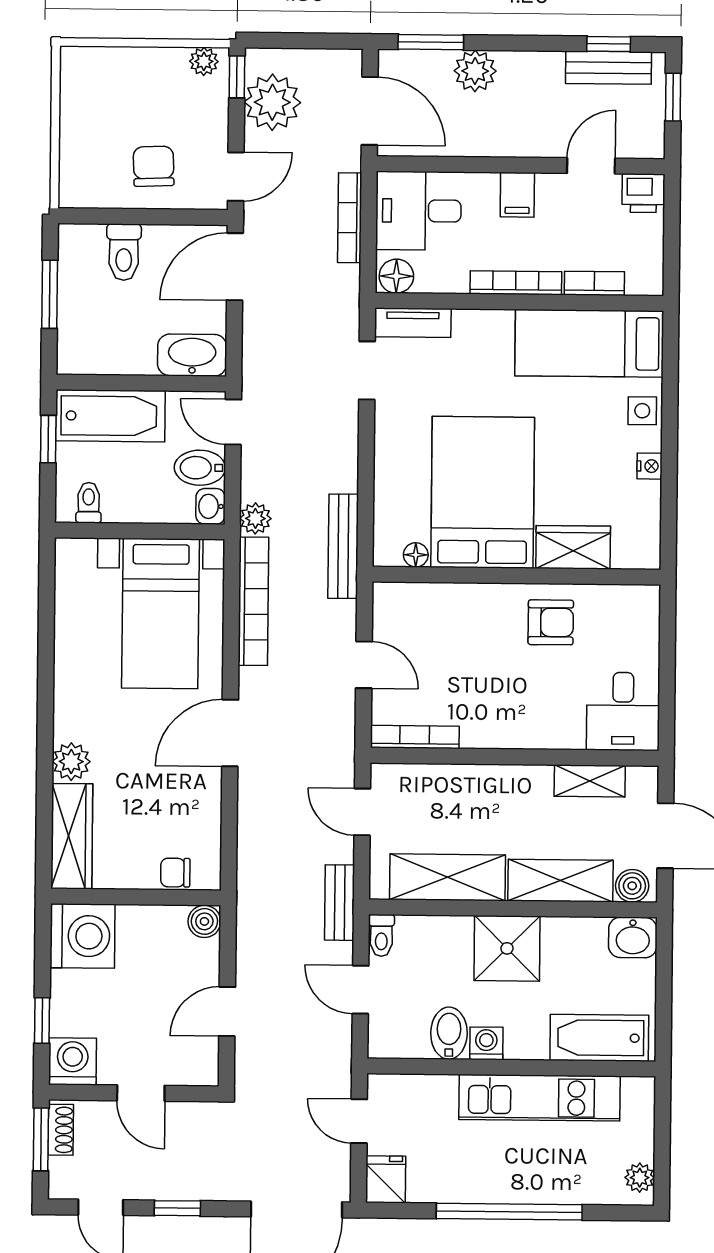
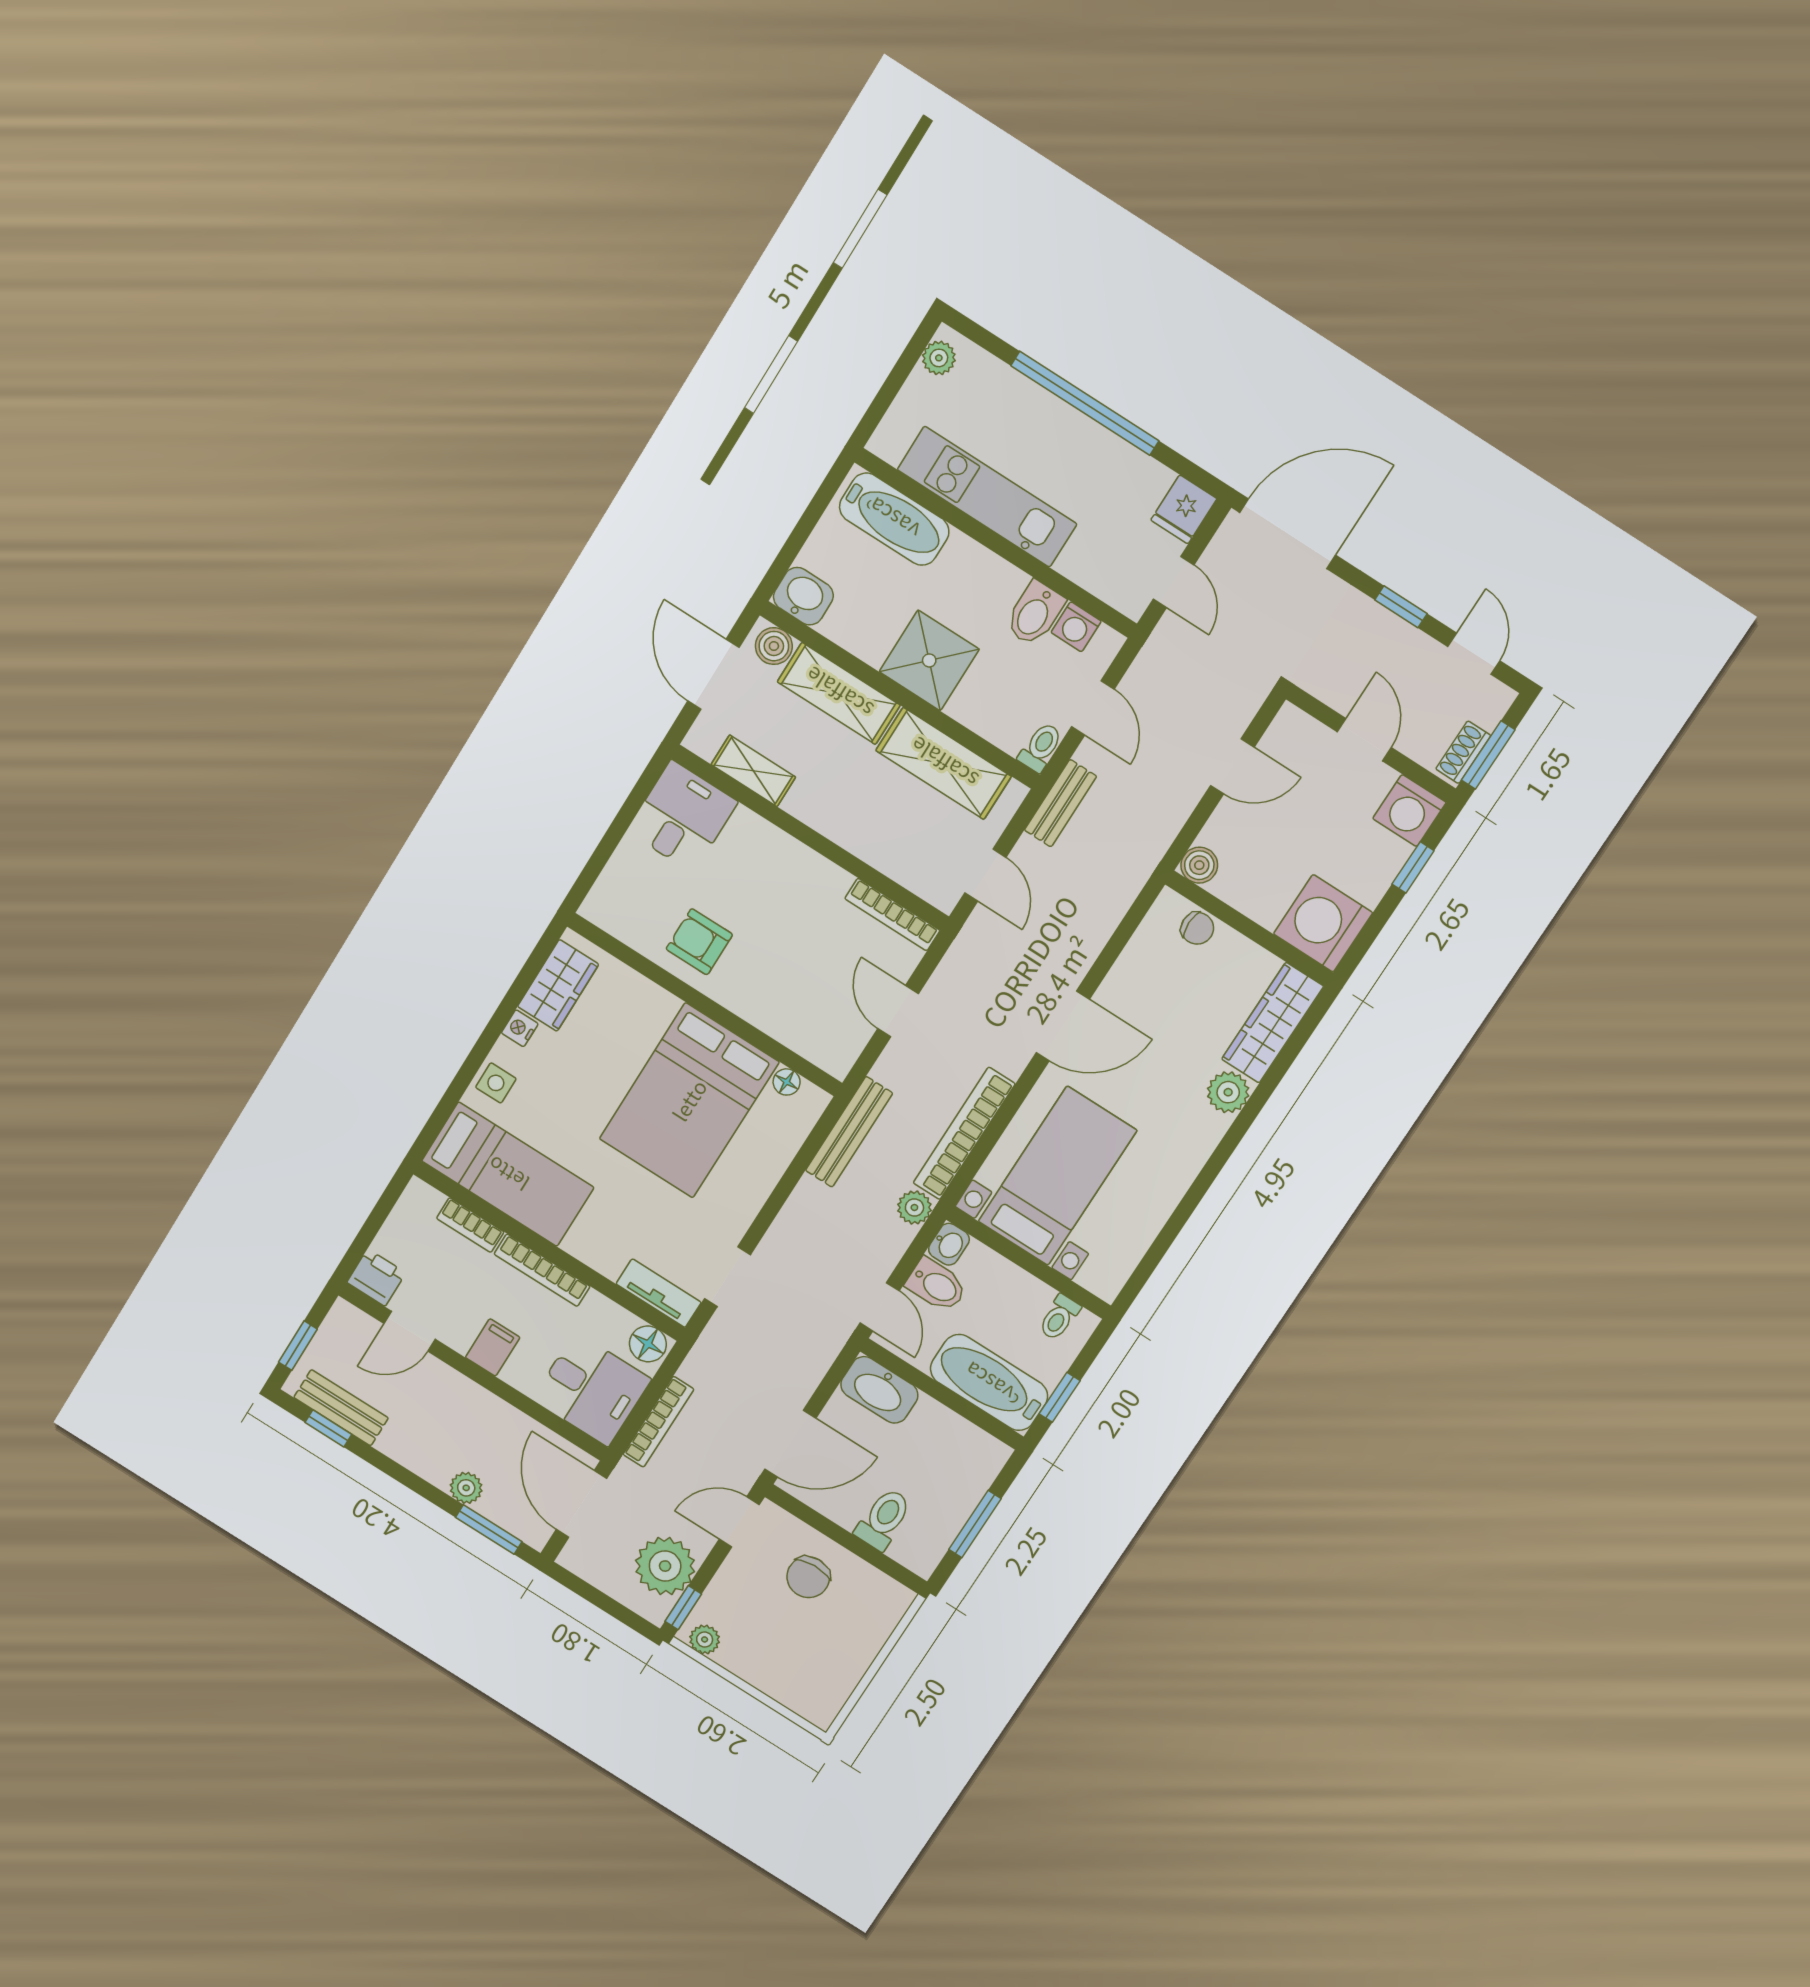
plant: (475, 71) -> (466, 1488), width x0.73, depth x0.73
wardrobe: (573, 547) -> (558, 985), moved, turned -90
washing machine: (486, 1043) -> (1076, 627), moved

